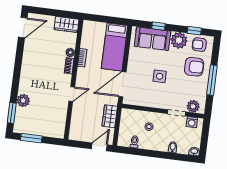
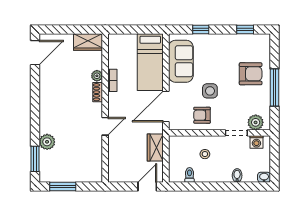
sofa: (153, 39) -> (181, 61), moved, turned -90
plant: (179, 40) -> (228, 44), removed
armchair: (199, 45) -> (202, 115), moved

